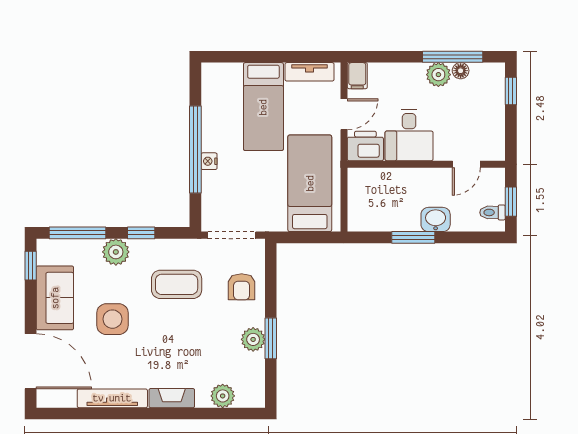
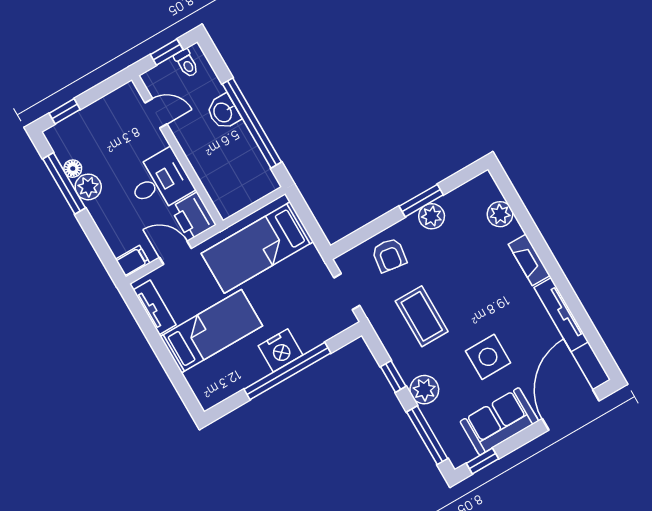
nightstand: (209, 161) -> (280, 350), width x1.89, depth x1.79
doorway: (232, 235) -> (347, 292), width x0.73
window: (413, 237) -> (252, 123), width x2.11
armchair: (242, 287) -> (389, 255), turned 98

